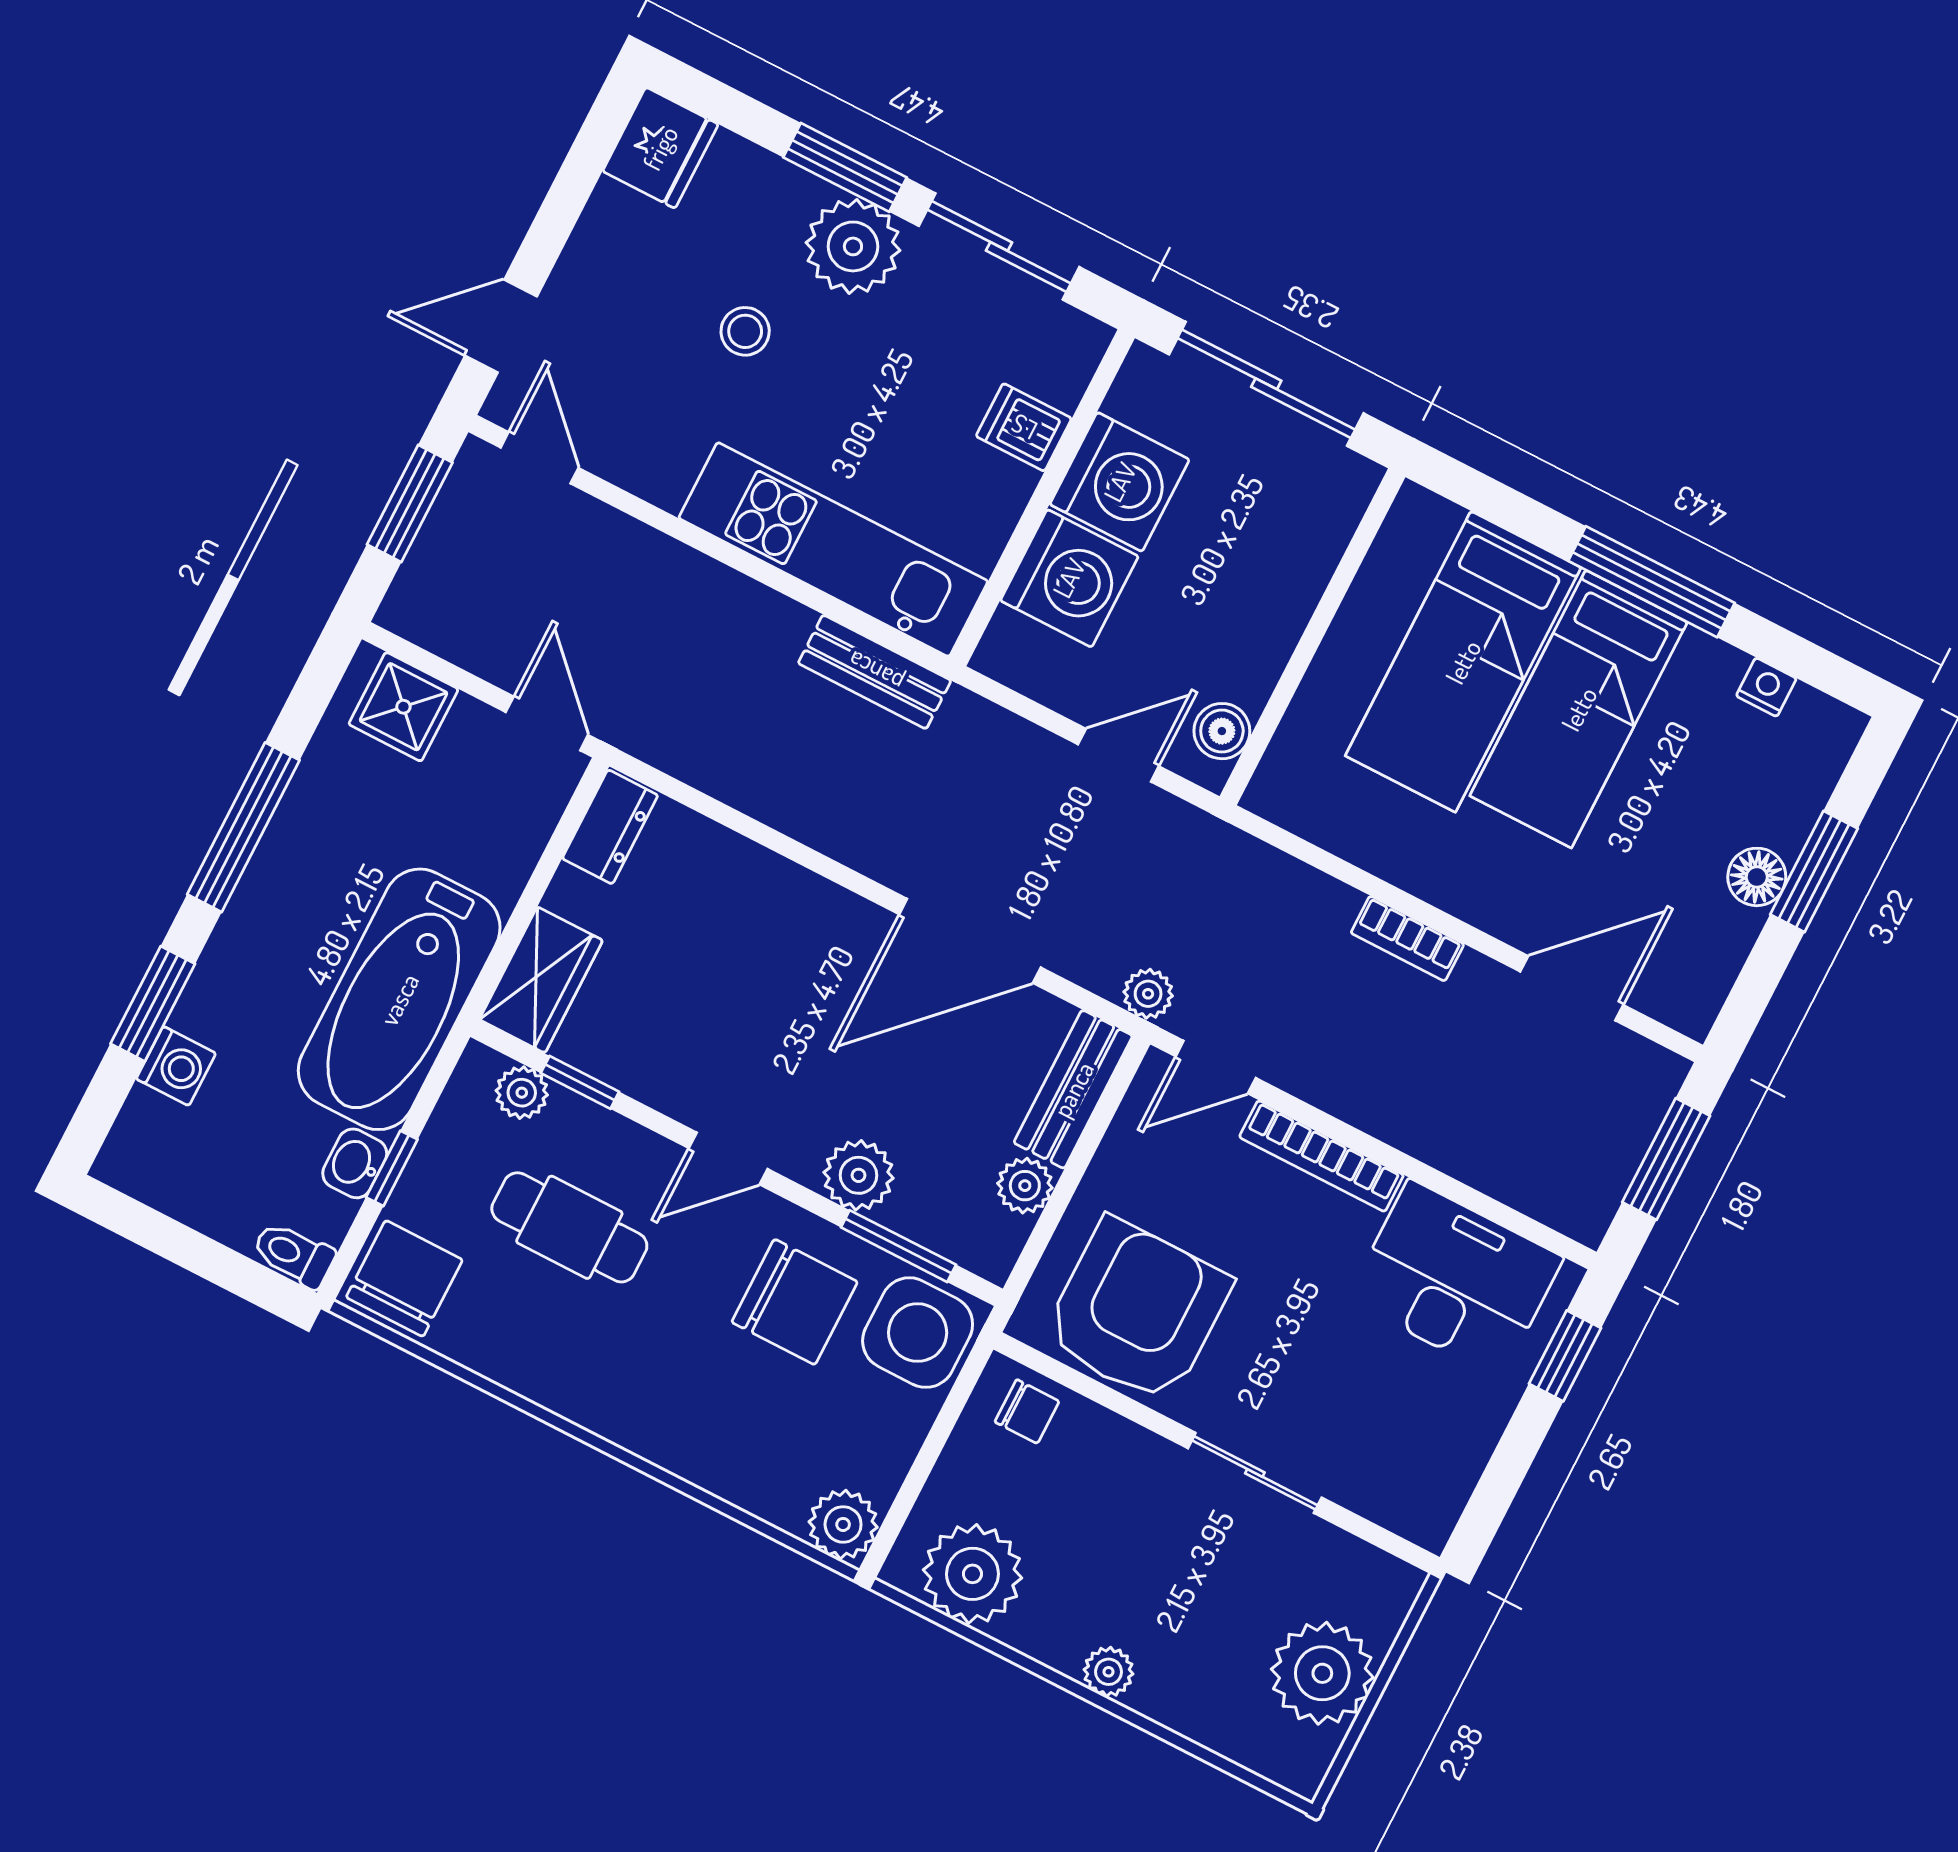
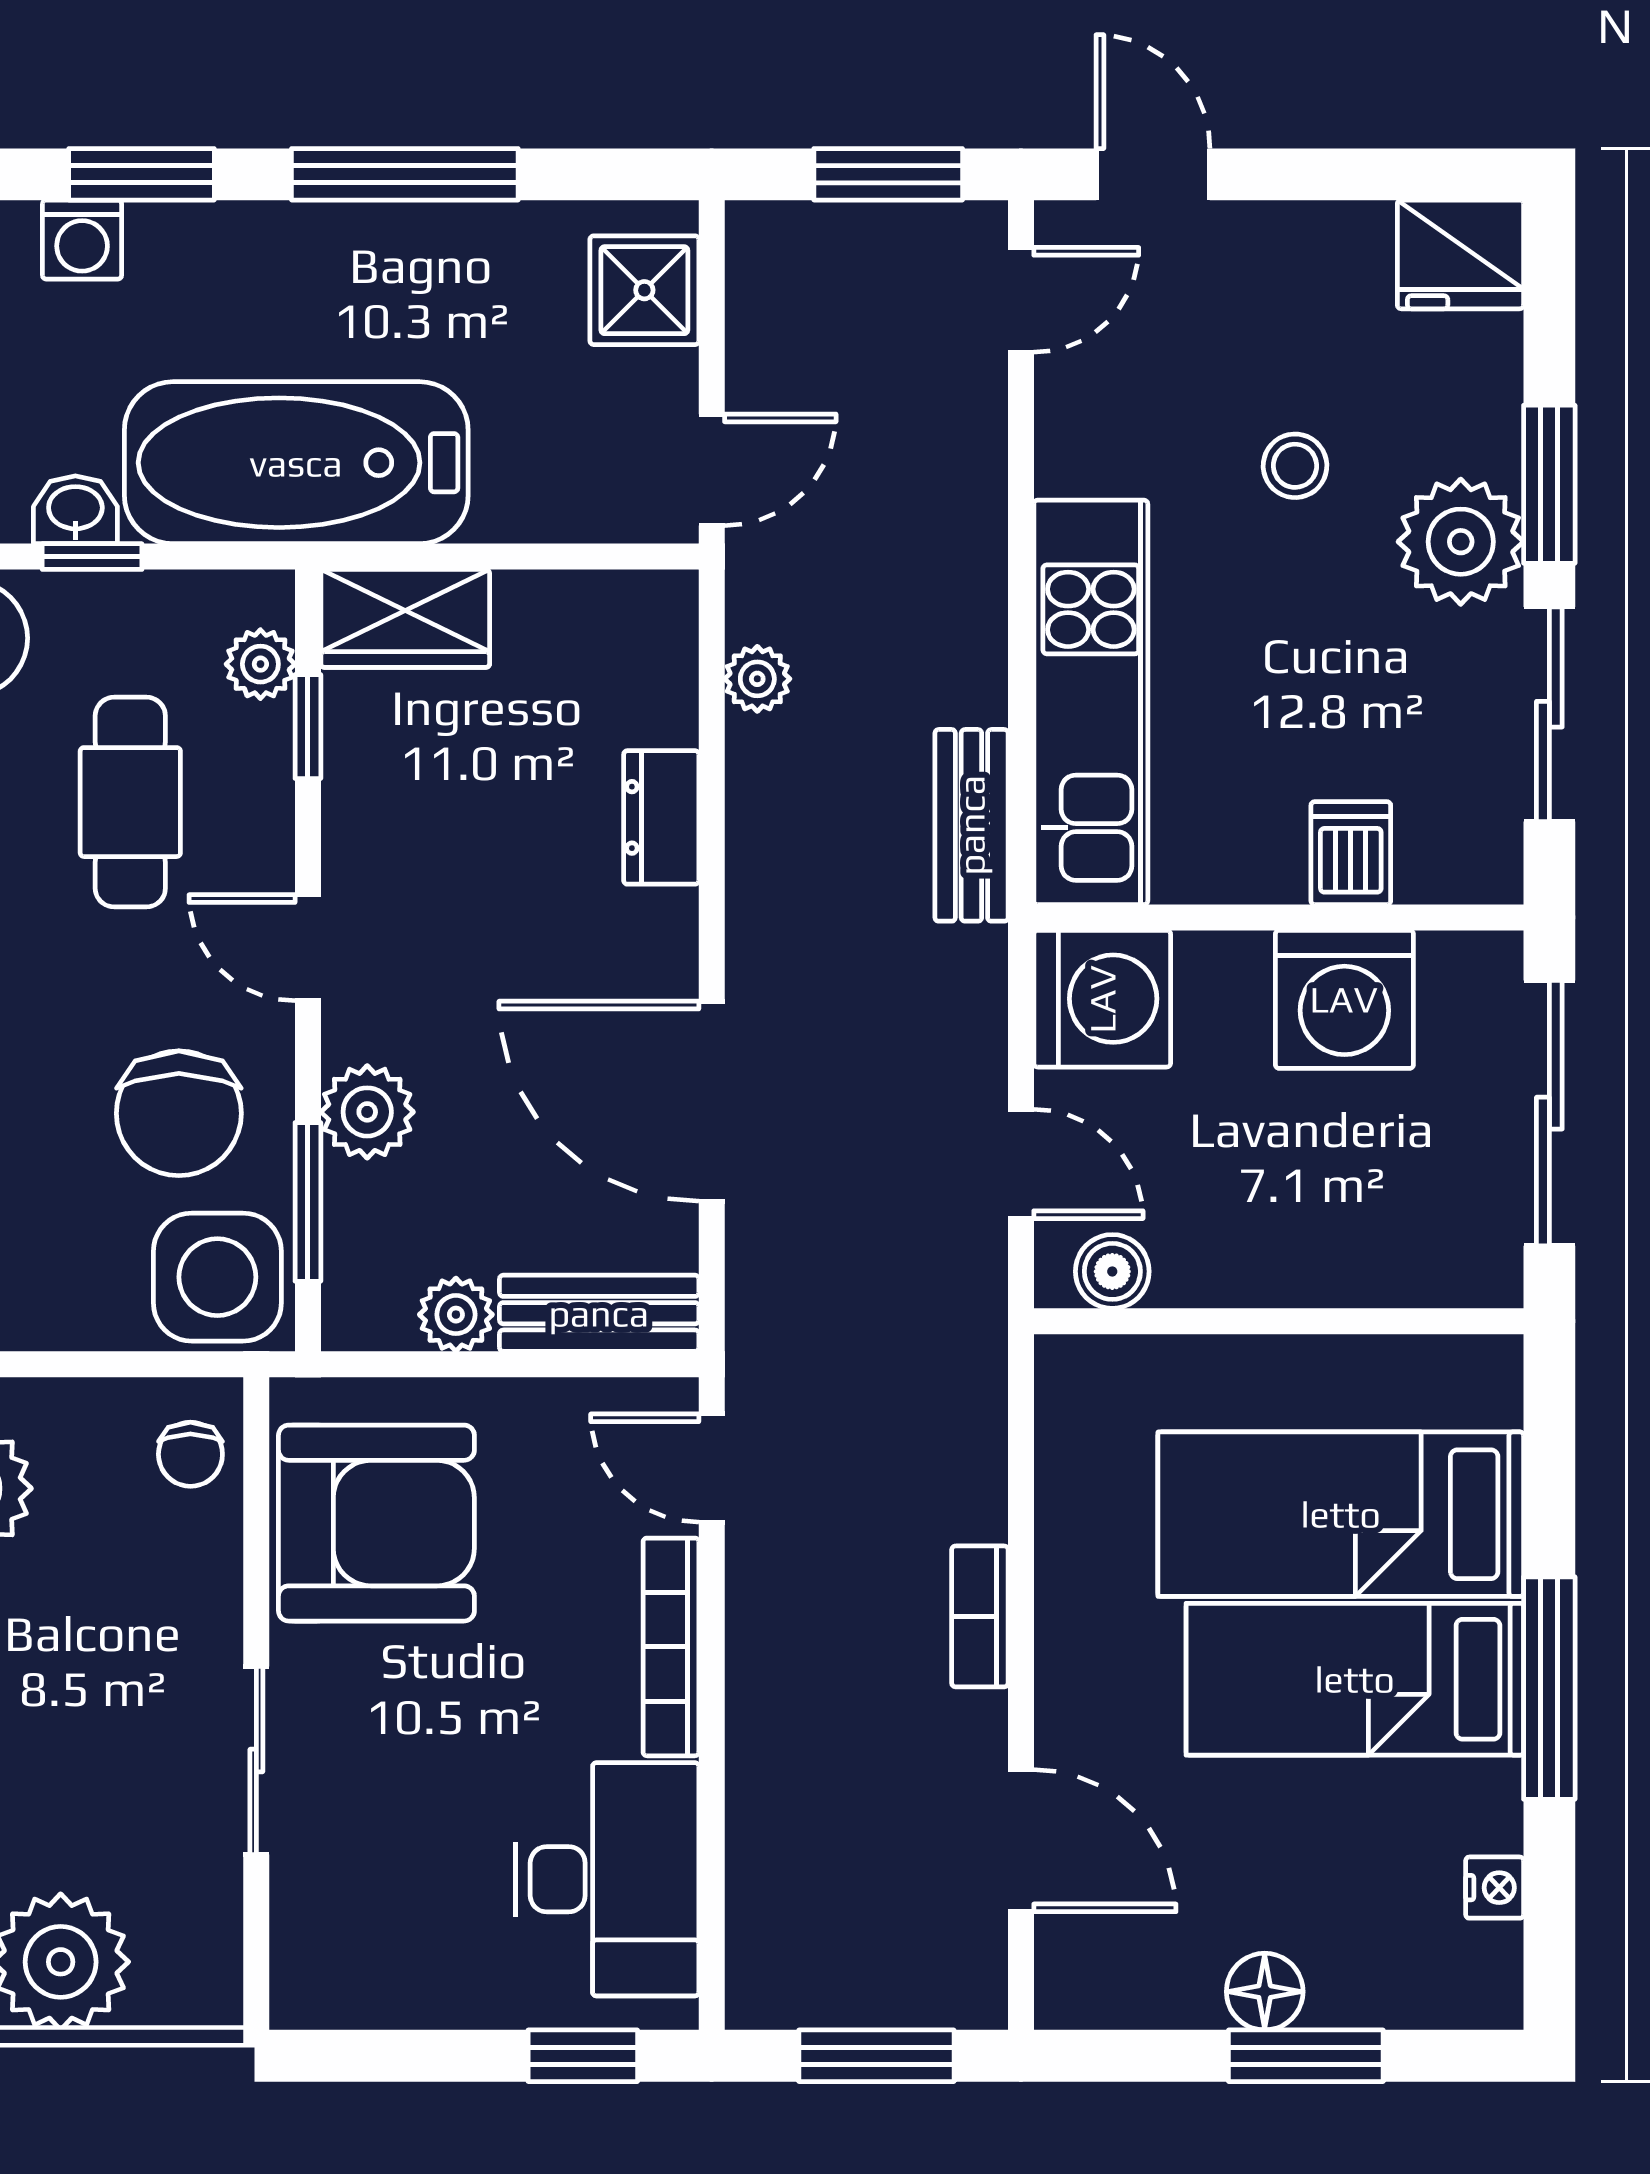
washing machine: (1069, 578) -> (1102, 999), moved, turned -90
dresser: (610, 827) -> (661, 817), moved, turned 90
plant: (1148, 994) -> (757, 679), moved

